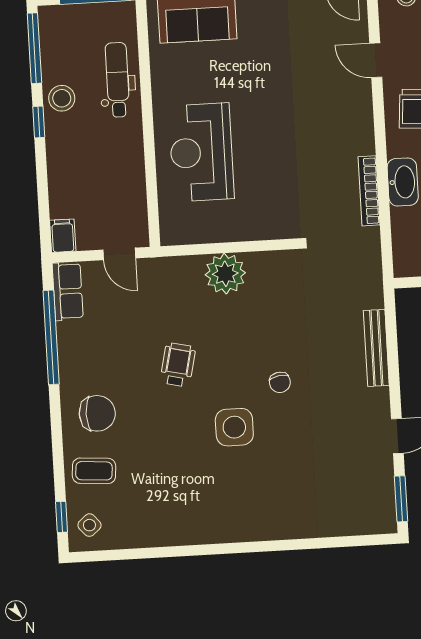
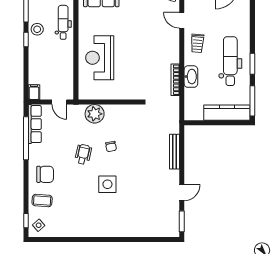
plant: (225, 274) -> (95, 114), moved
row of seats: (68, 291) -> (35, 124), width x1.48
chair: (280, 382) -> (111, 146), moved

